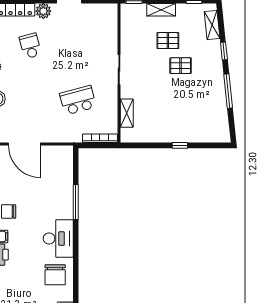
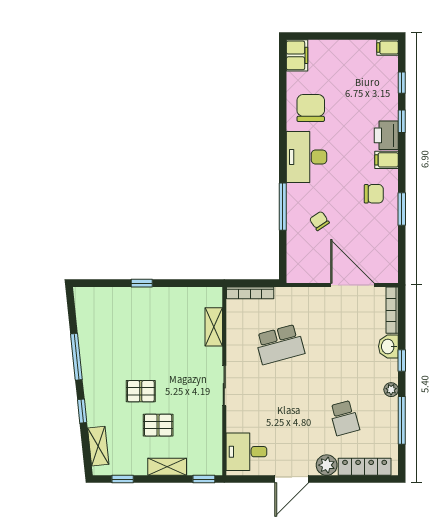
desk: (103, 21) -> (246, 452), added
chair: (49, 191) -> (319, 221), added

